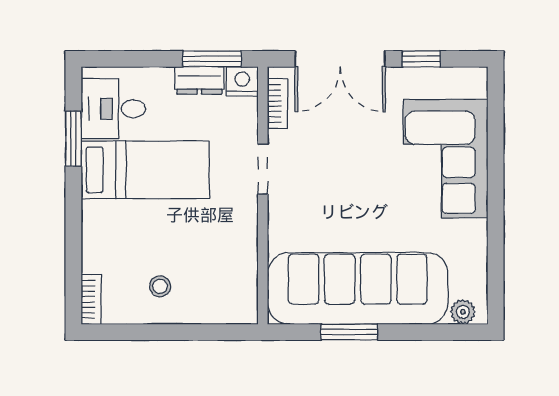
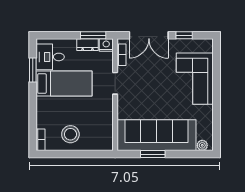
stool: (160, 286) -> (70, 134), width x1.89, depth x1.89

